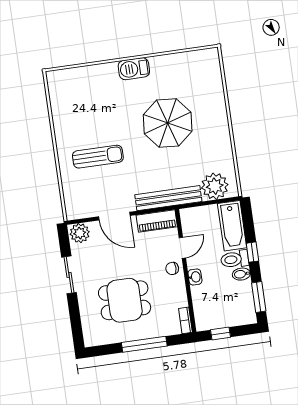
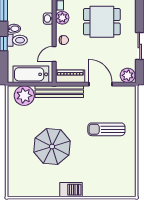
bathtub: (232, 226) -> (31, 74), moved, turned -90
washbasin: (195, 277) -> (48, 19), moved
plant: (178, 298) -> (62, 18), added

